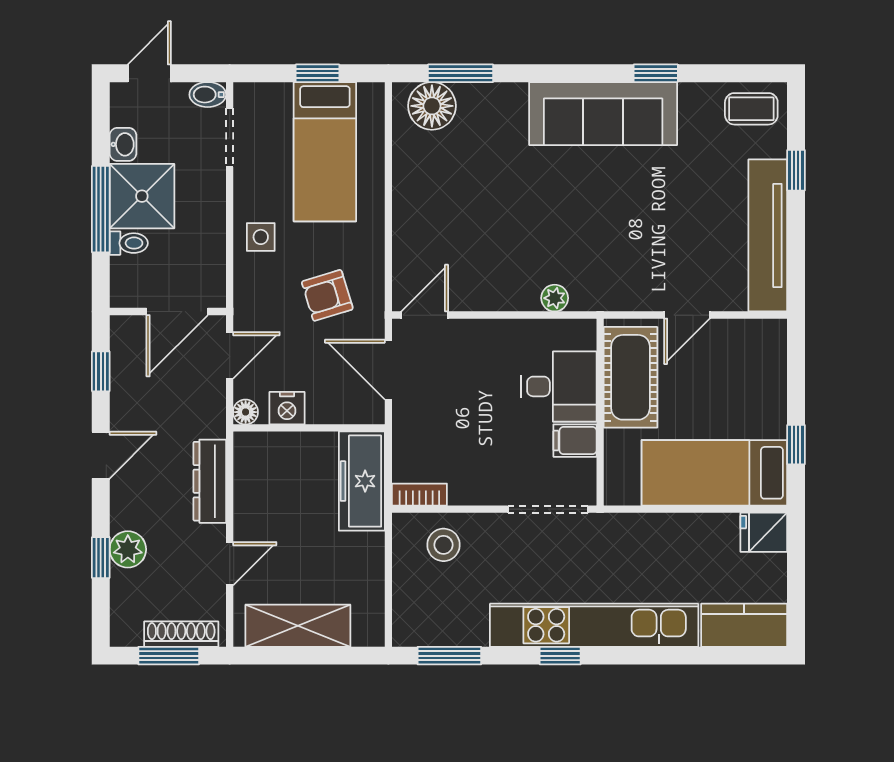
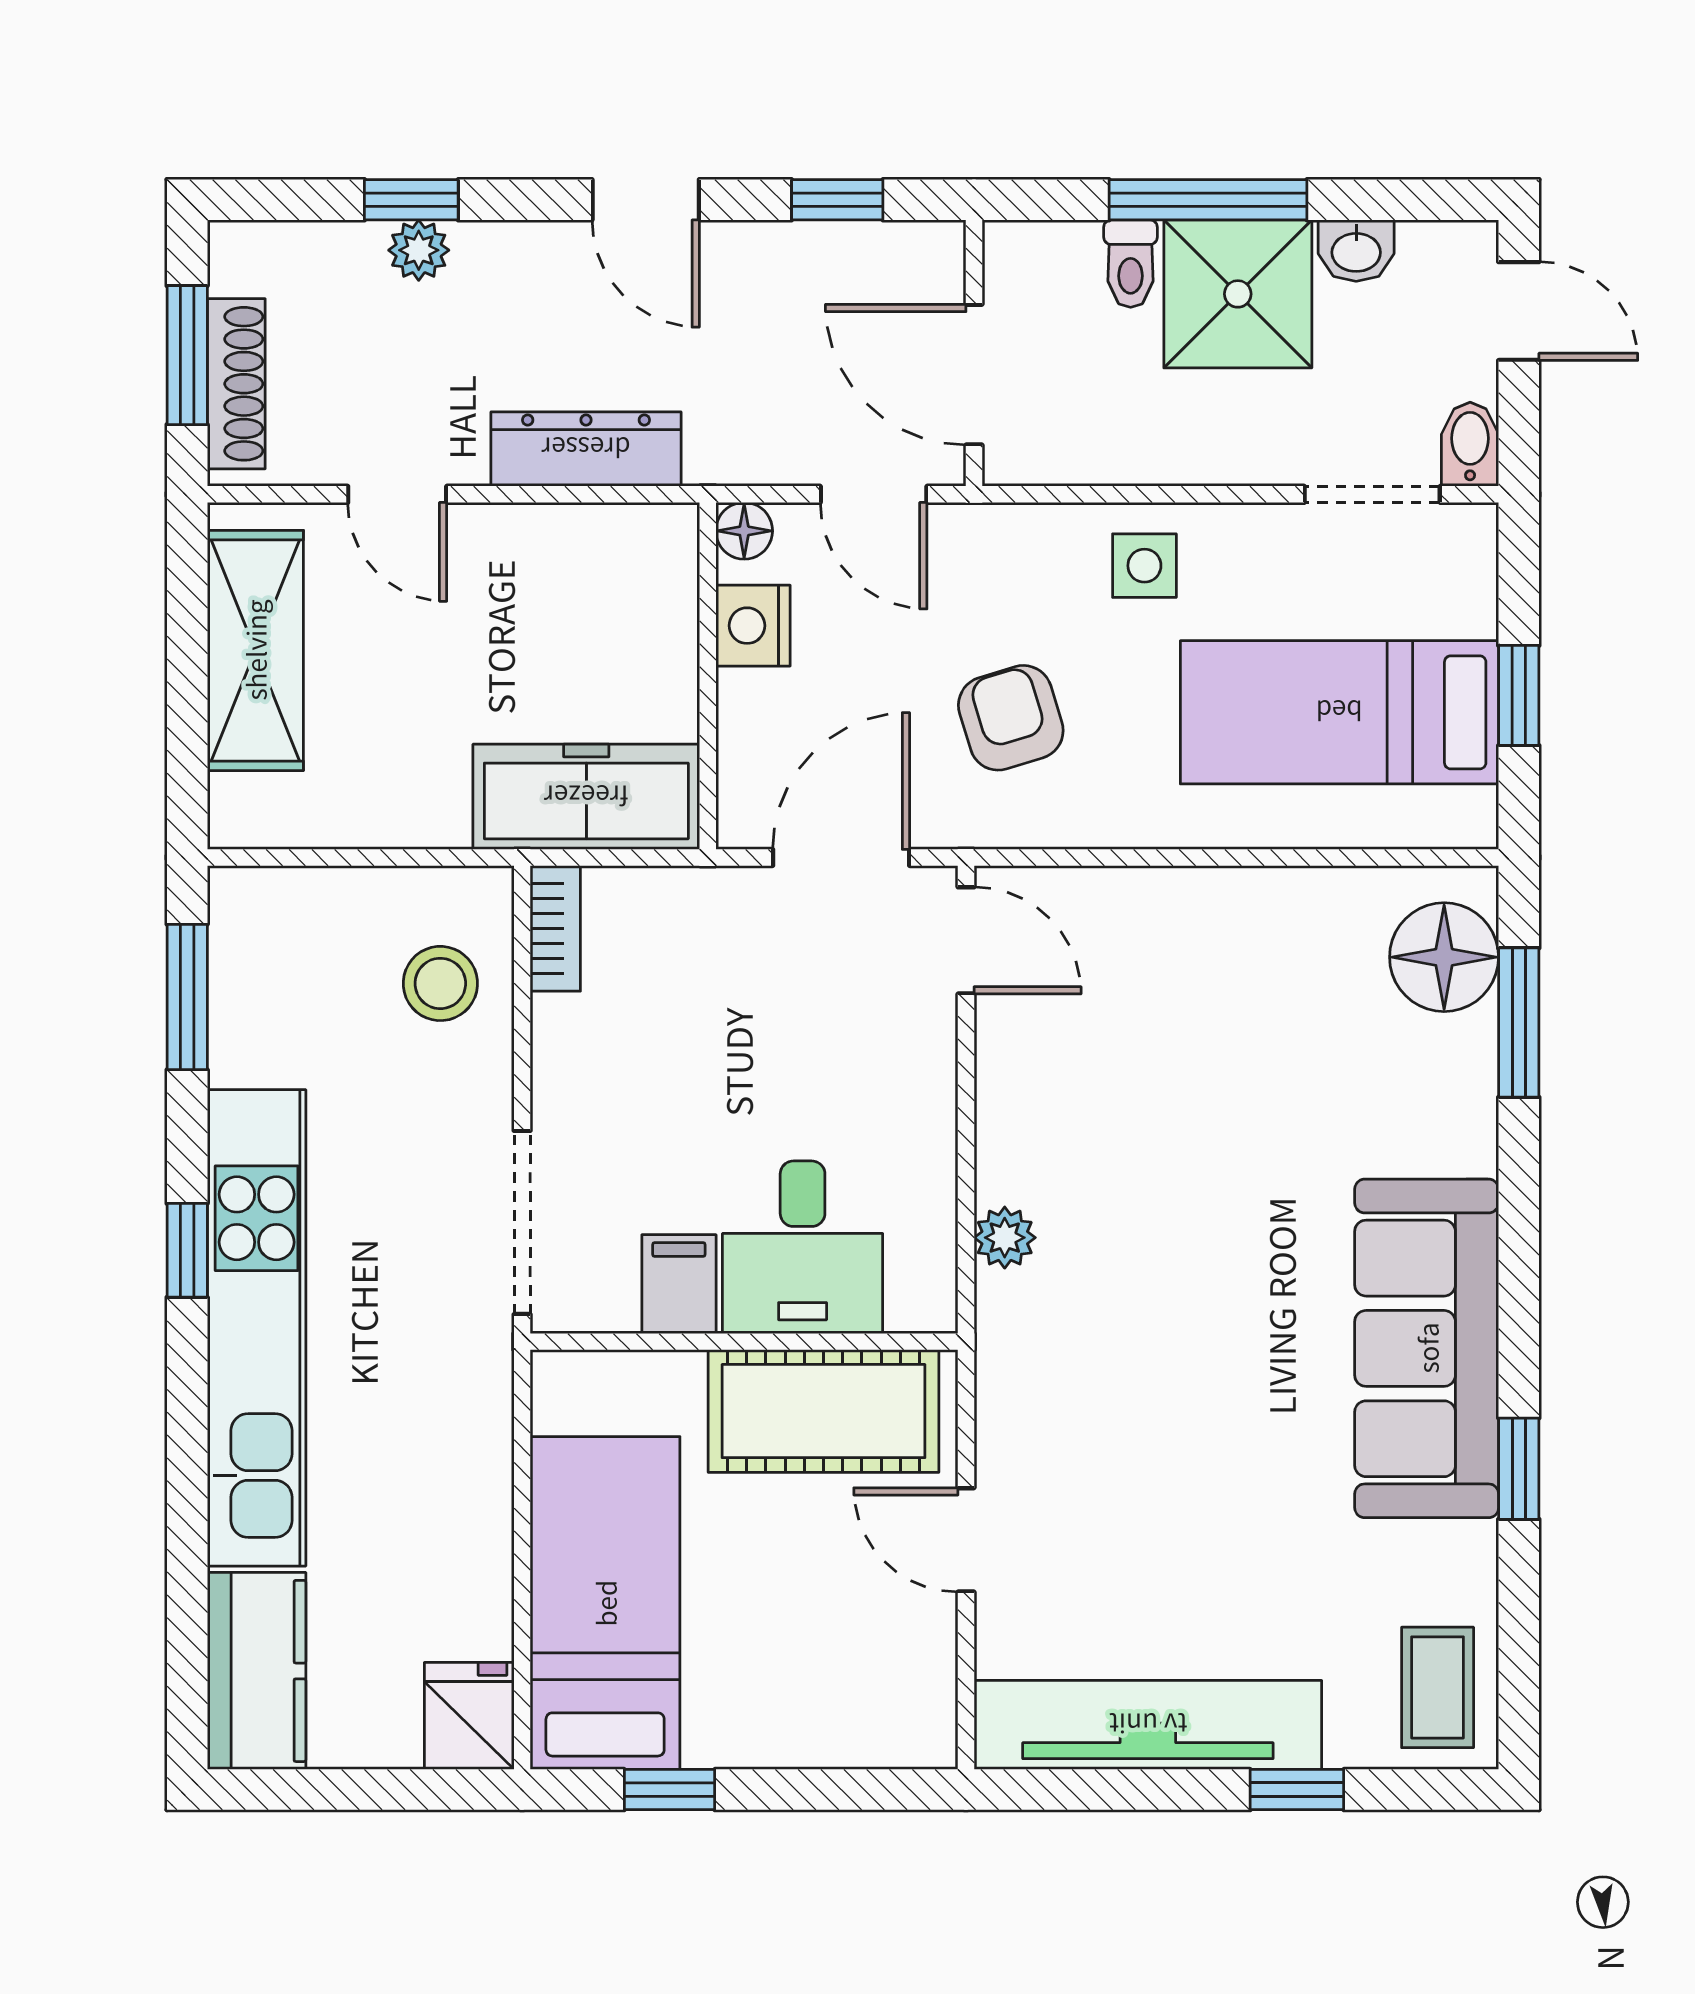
plant: (128, 549) -> (419, 250), width x0.73, depth x0.73

